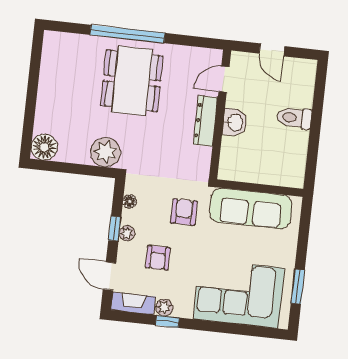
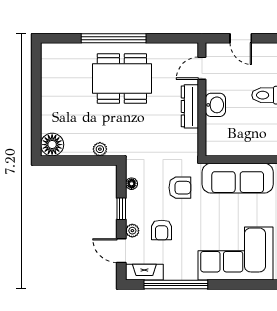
dining table: (132, 81) -> (122, 79), turned 90
plant: (106, 152) -> (100, 149), width x0.53, depth x0.53
armchair: (184, 212) -> (180, 188), turned 90
plant: (127, 233) -> (132, 231), moved
plant: (164, 308) -> (172, 273), removed
window: (167, 321) -> (176, 284), width x3.17

